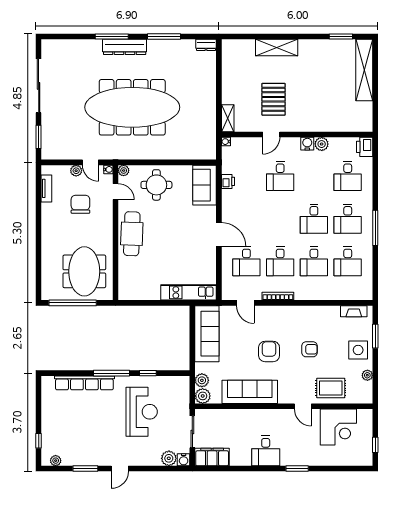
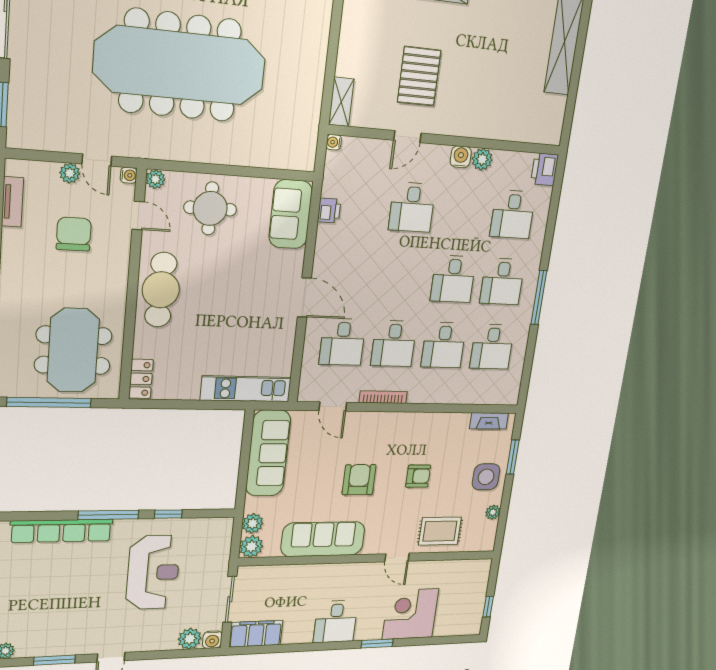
locker: (125, 288) -> (141, 379), added
corner desk: (338, 427) -> (410, 614), moved, turned 180

